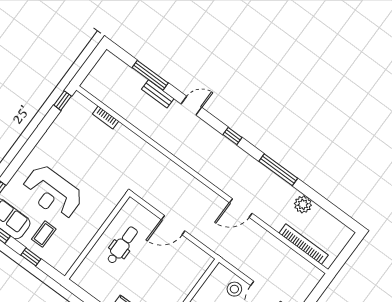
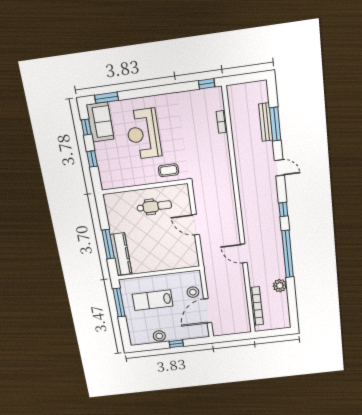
bench: (158, 94) -> (266, 122), moved, width x1.36
window: (278, 170) -> (288, 254), width x1.46
coffee table: (44, 234) -> (169, 170), moved

